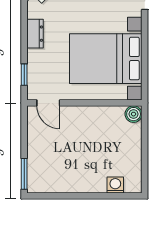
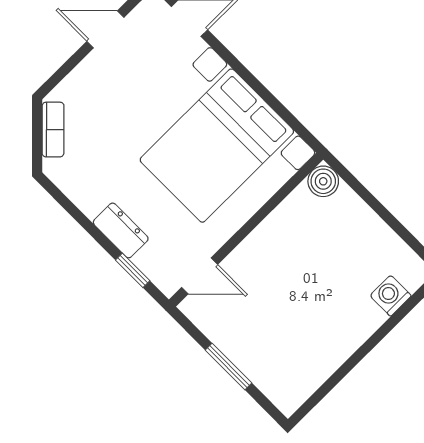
dresser: (35, 34) -> (121, 230), moved
window: (24, 174) -> (229, 367), moved

